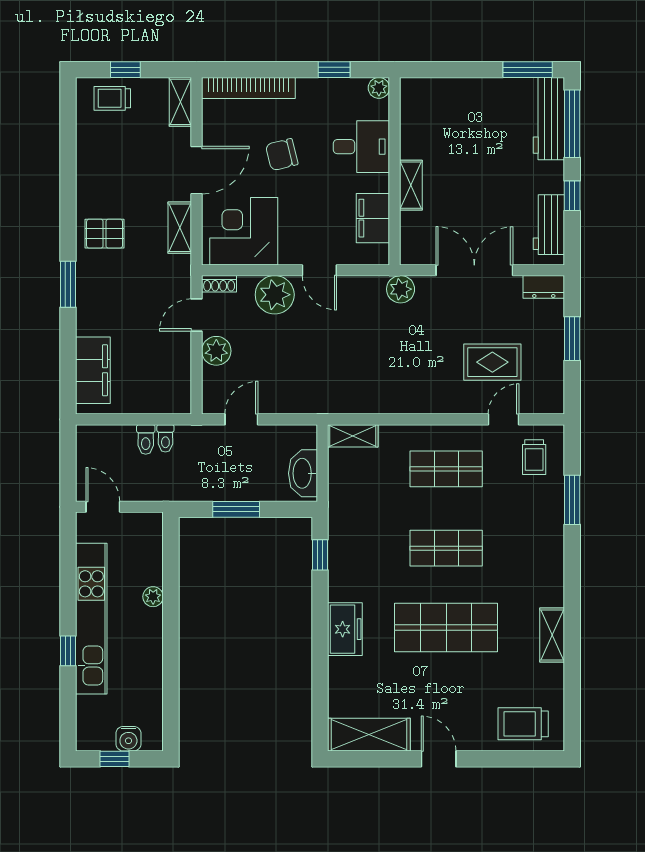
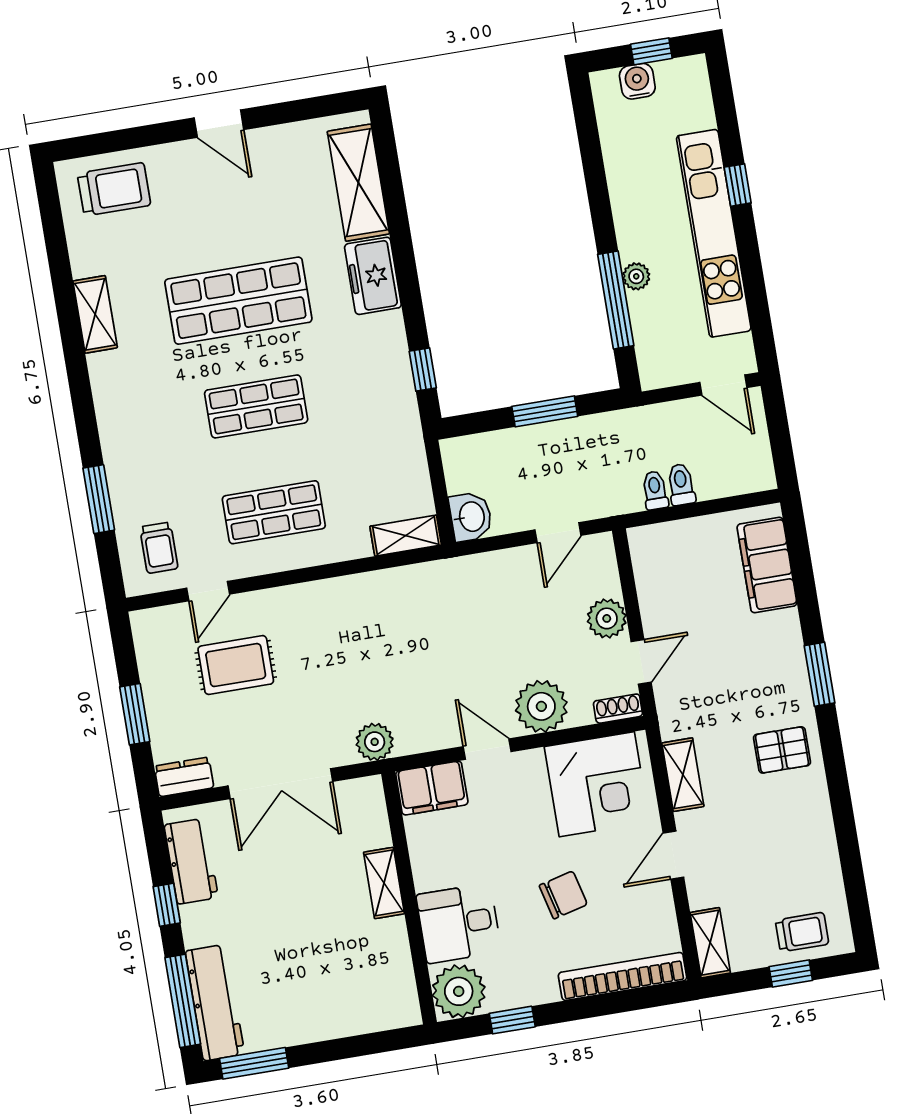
plant: (379, 88) -> (459, 991), width x1.87, depth x1.87
door: (197, 170) -> (673, 855), width x0.73
filing cabinet: (373, 218) -> (432, 788), moved, turned 90
trolley: (534, 457) -> (159, 548), turned 180
washbasin: (303, 473) -> (471, 517), moved, width x0.72
window: (171, 582) -> (616, 300), added
shelving: (369, 735) -> (358, 183), moved, turned 90

